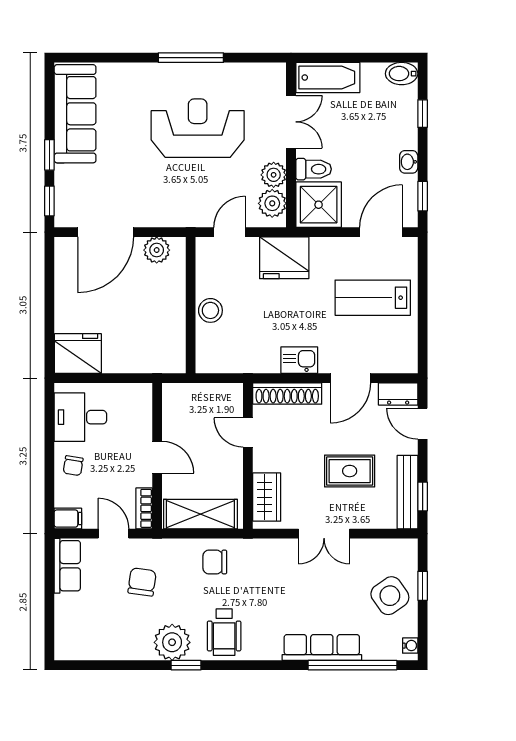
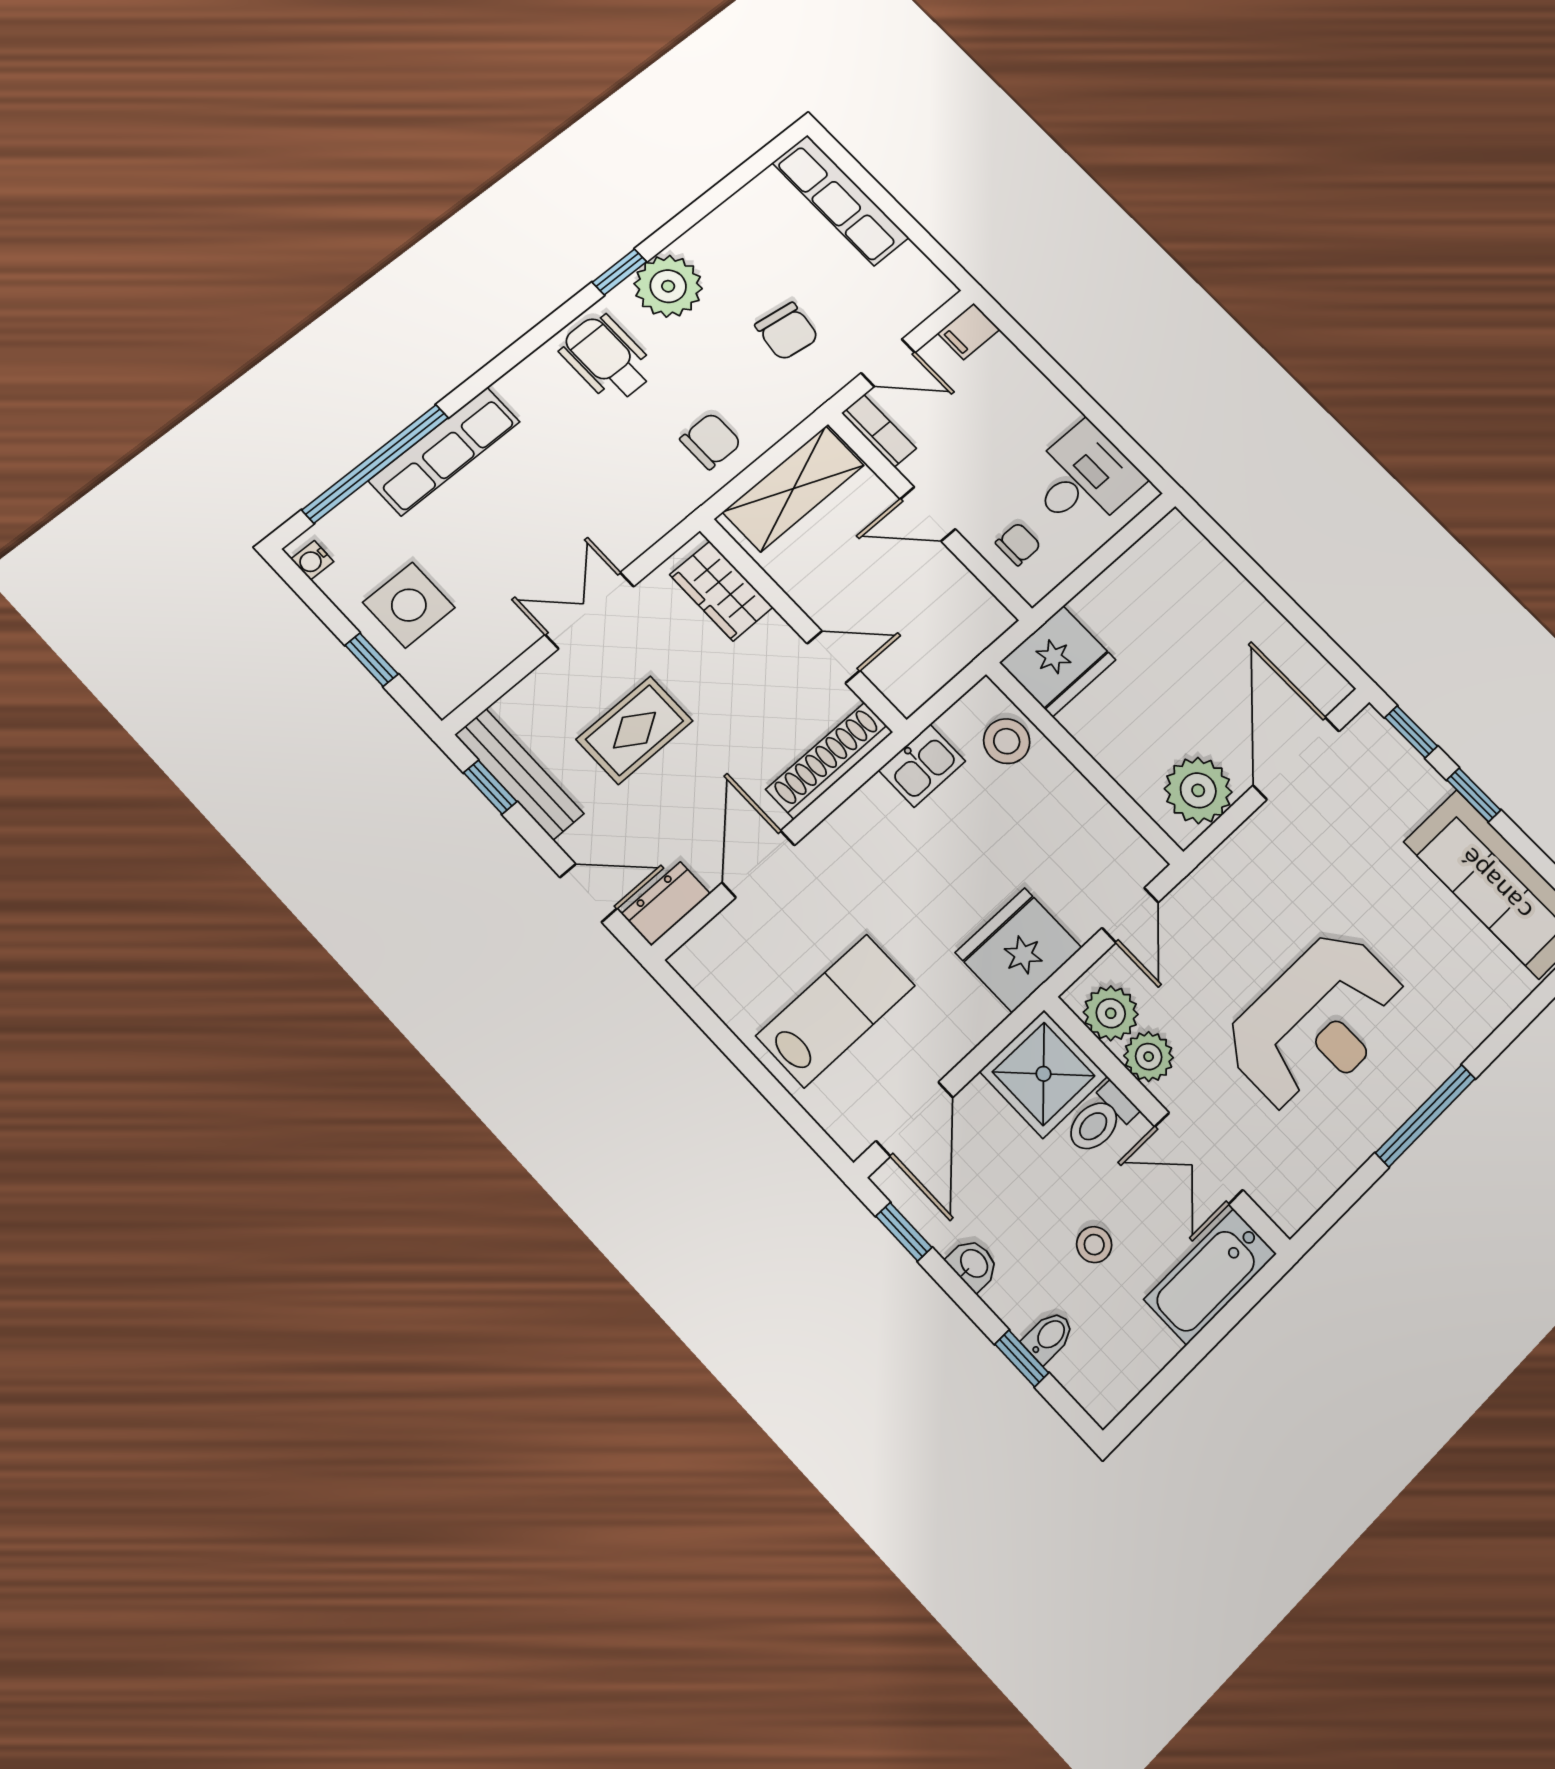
bidet: (402, 74) -> (1049, 1337), moved, width x0.72, depth x0.74
stool: (359, 128) -> (1094, 1245), added
plant: (157, 250) -> (1198, 790), width x1.36, depth x1.36
stool: (210, 310) -> (1007, 741), moved
fridge: (78, 353) -> (1058, 661), moved
kitchen sink: (299, 360) -> (922, 766), moved
chair: (73, 466) -> (1018, 544), moved, turned 81
row of seats: (67, 566) -> (841, 200), moved, width x1.48
side table: (390, 596) -> (409, 605), turned 35

